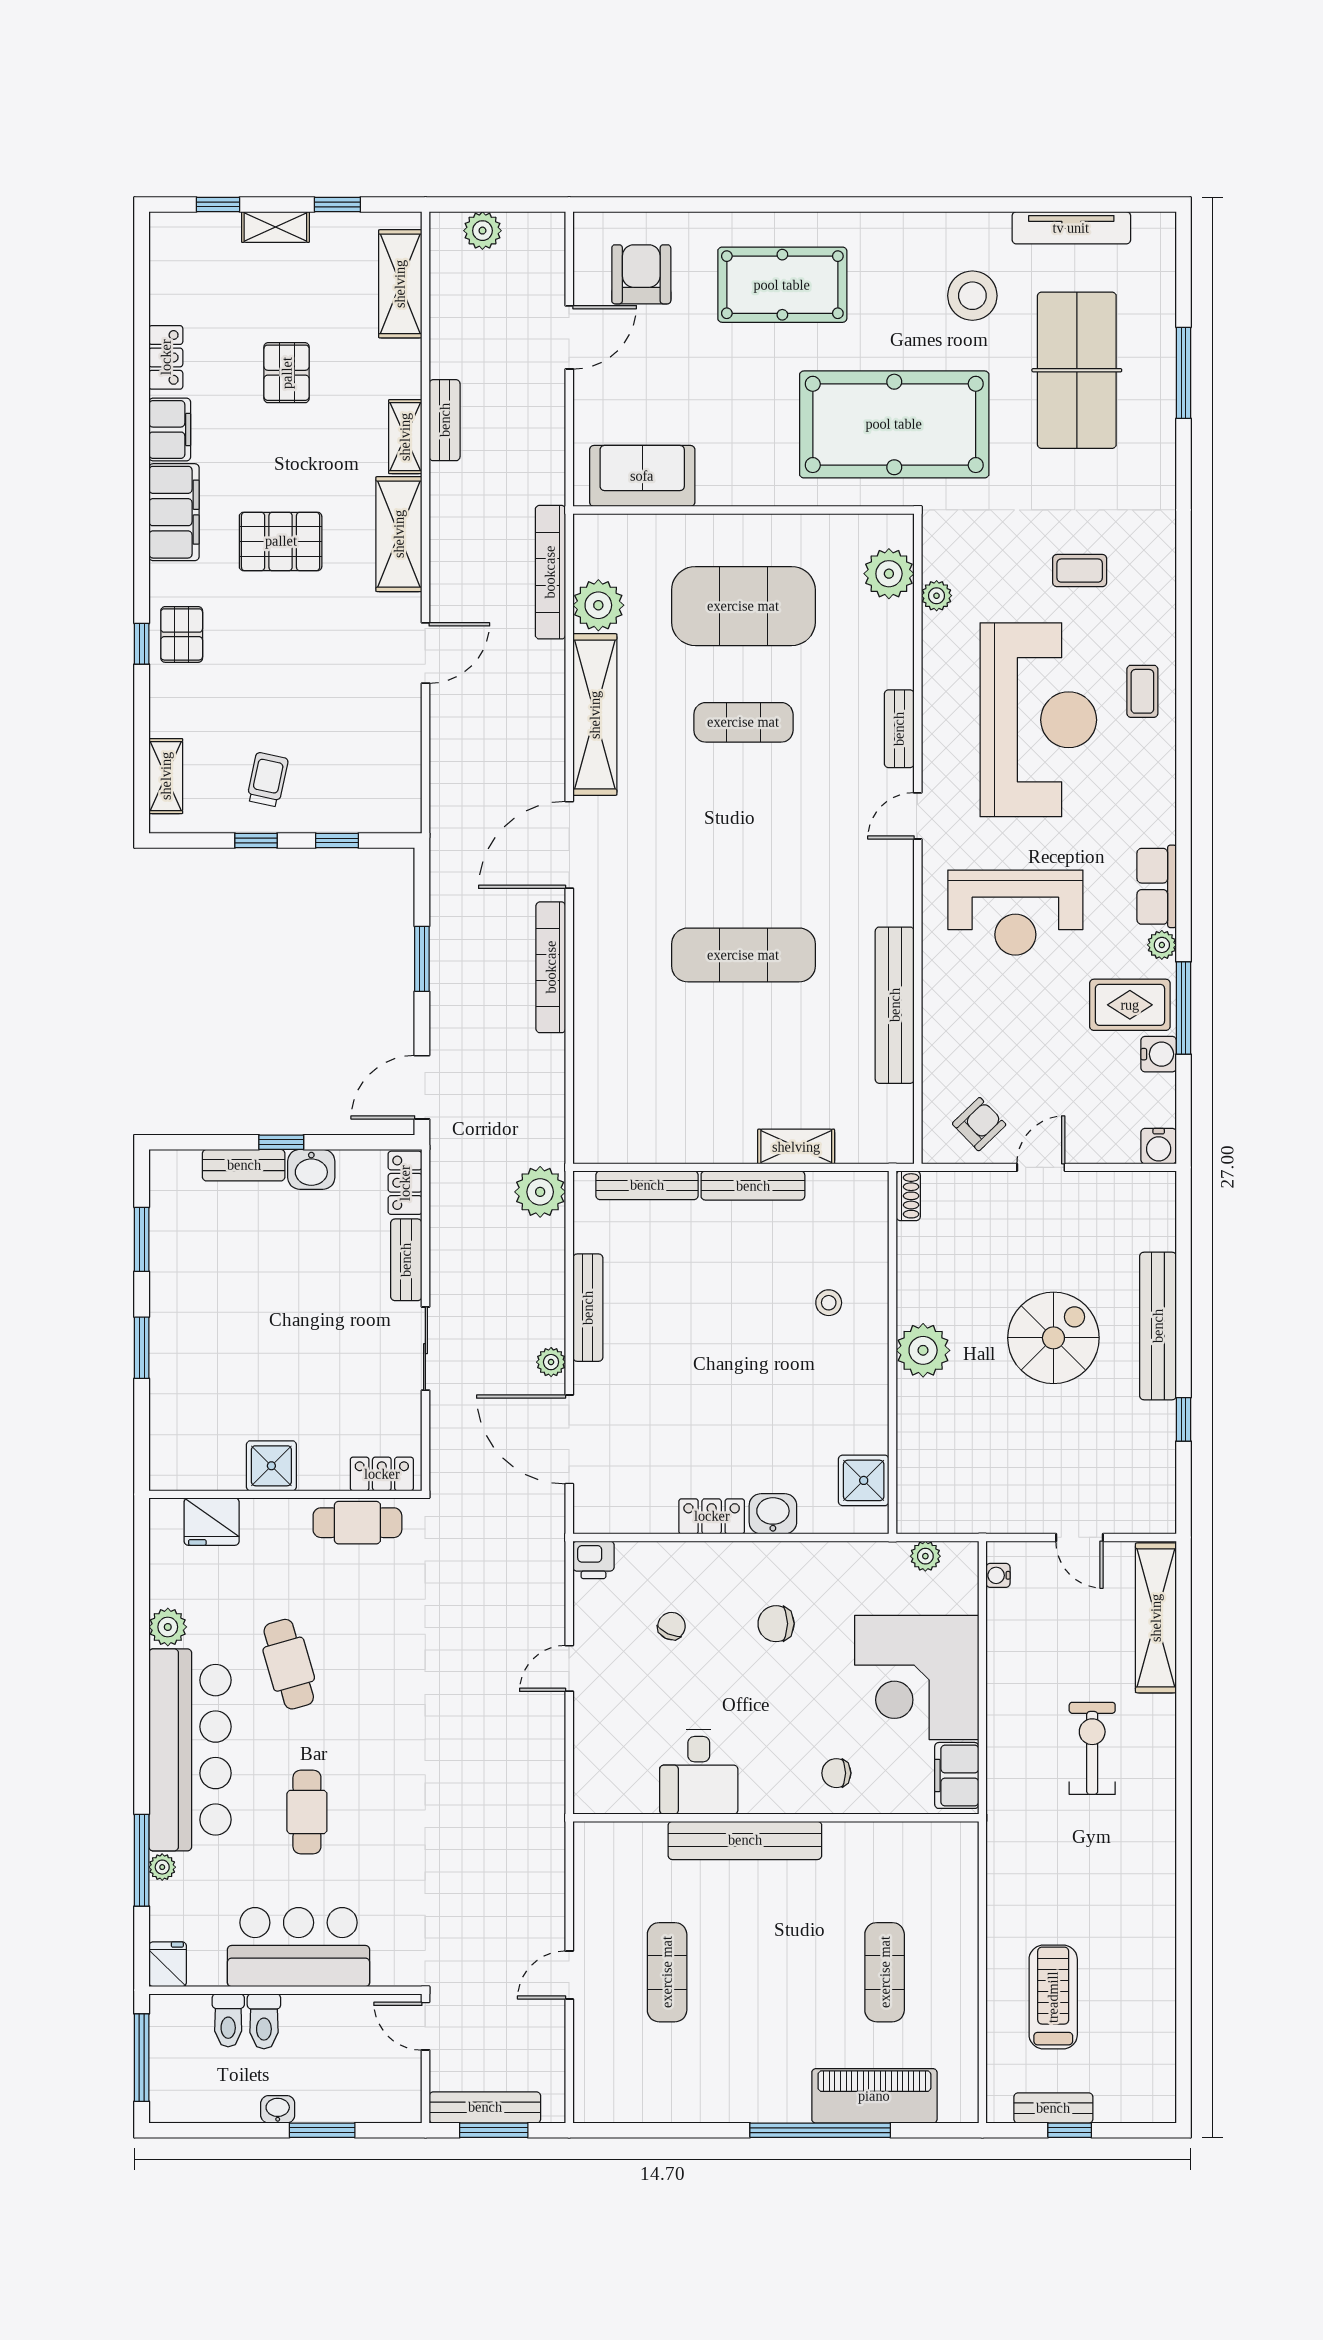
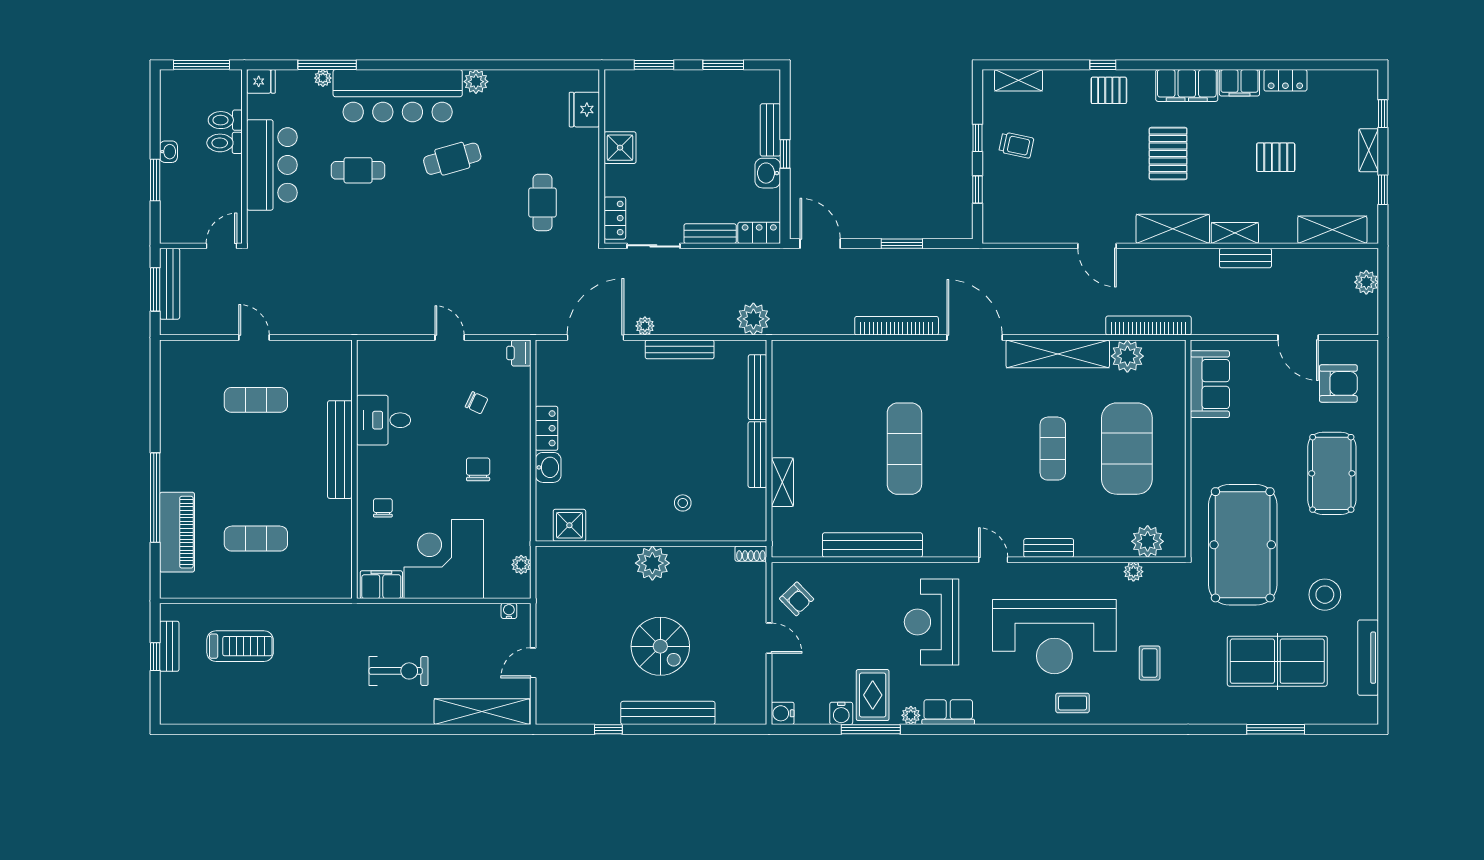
shower: (271, 1466) -> (620, 148), moved
locker: (382, 1474) -> (615, 218), moved
wall: (285, 1494) -> (602, 157), moved
fridge: (212, 1522) -> (584, 110), moved

